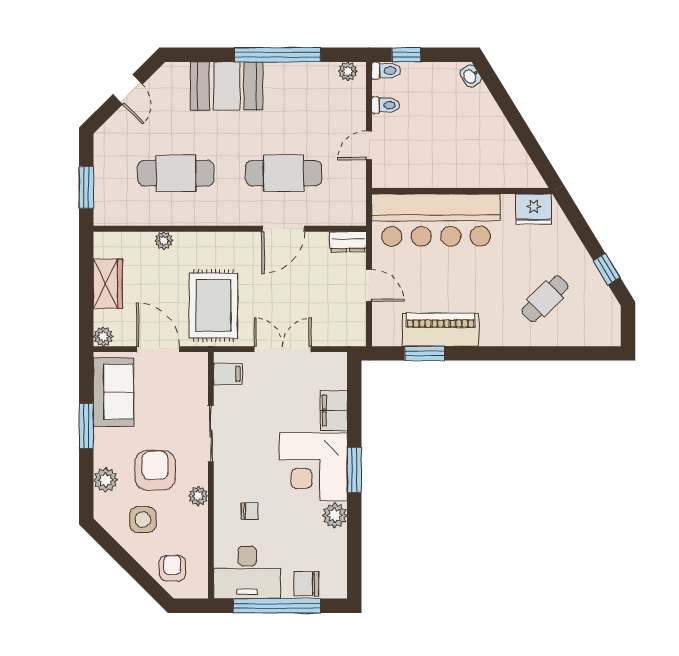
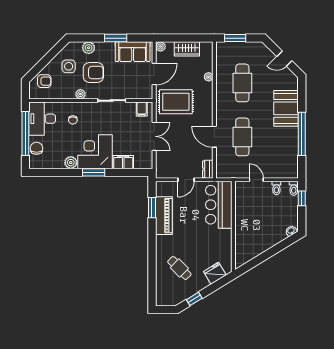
plant: (348, 71) -> (293, 169), removed
fridge: (534, 209) -> (215, 273), moved, turned 59
bar counter: (436, 220) -> (219, 205), width x0.73

